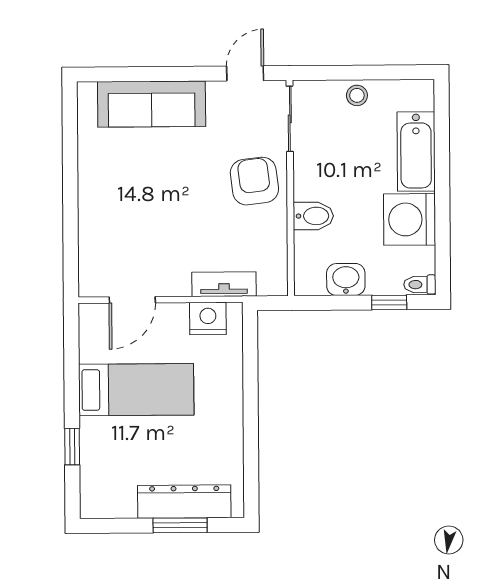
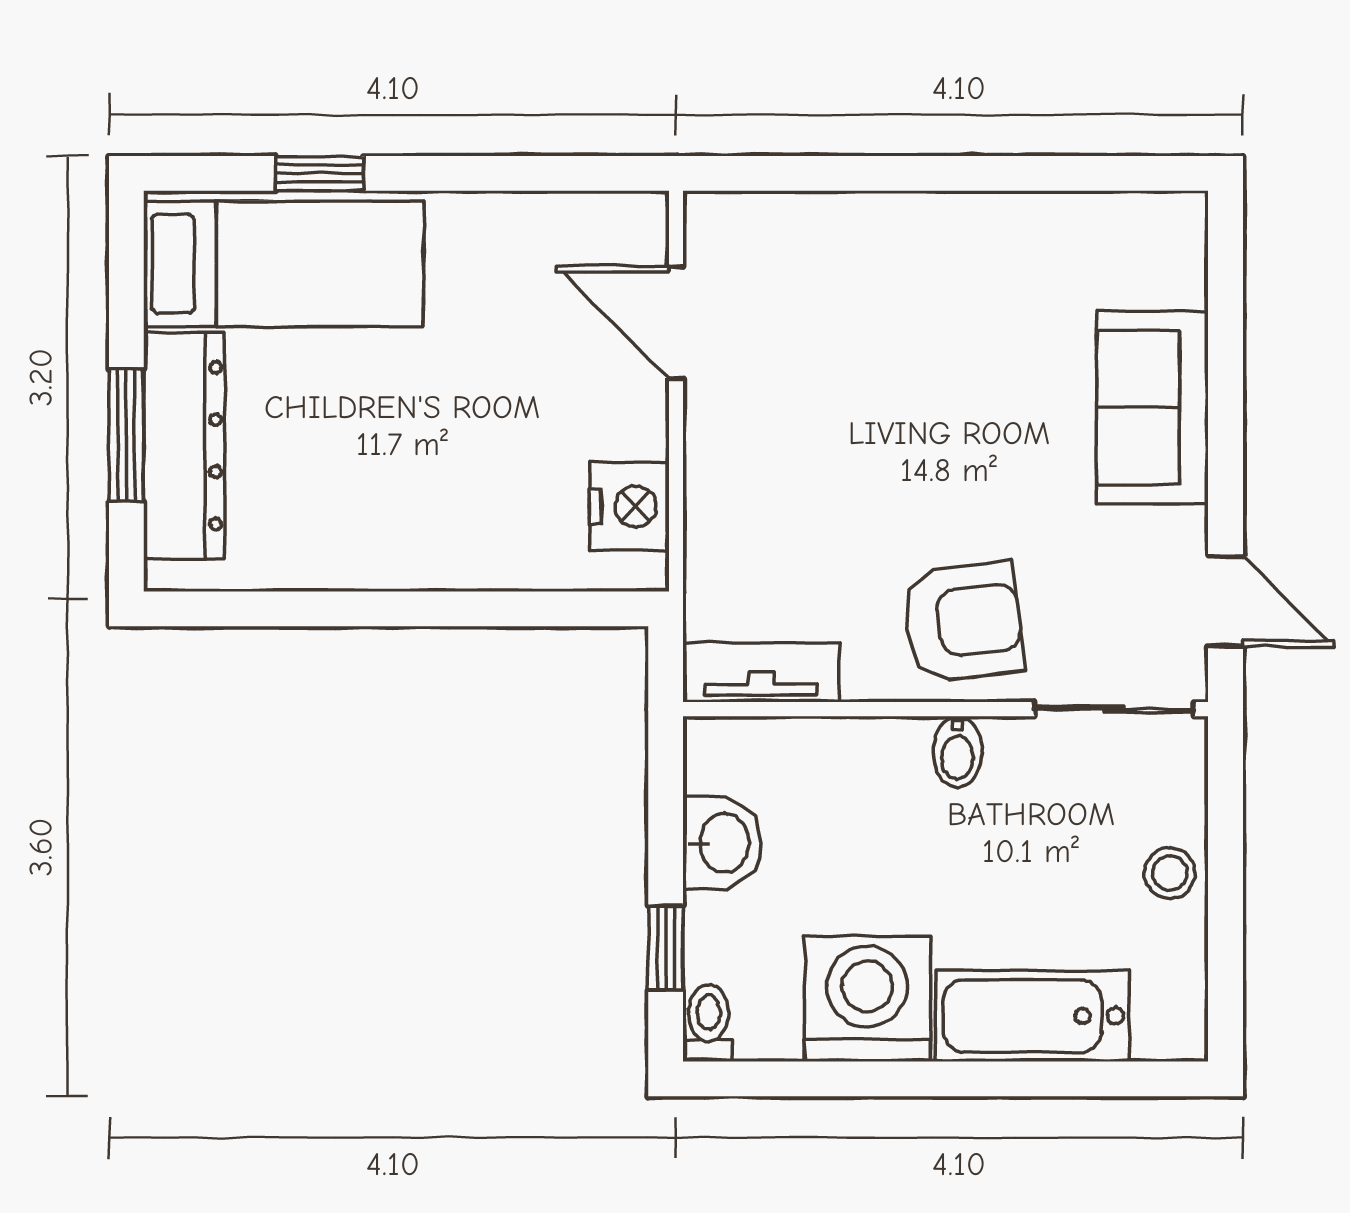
sofa: (152, 104) -> (1153, 408), width x0.73
bidet: (313, 216) -> (958, 752), moved, width x0.72, depth x0.74
tv unit: (224, 284) -> (761, 672), moved, turned -90
bed: (136, 390) -> (284, 264), moved, turned -90

